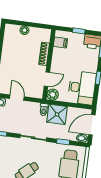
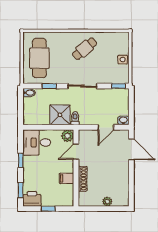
filing cabinet: (60, 42) -> (66, 178), moved
desk: (82, 88) -> (37, 143), width x0.73
door: (17, 98) -> (106, 127), hinge flipped
door: (92, 125) -> (21, 109), removed

